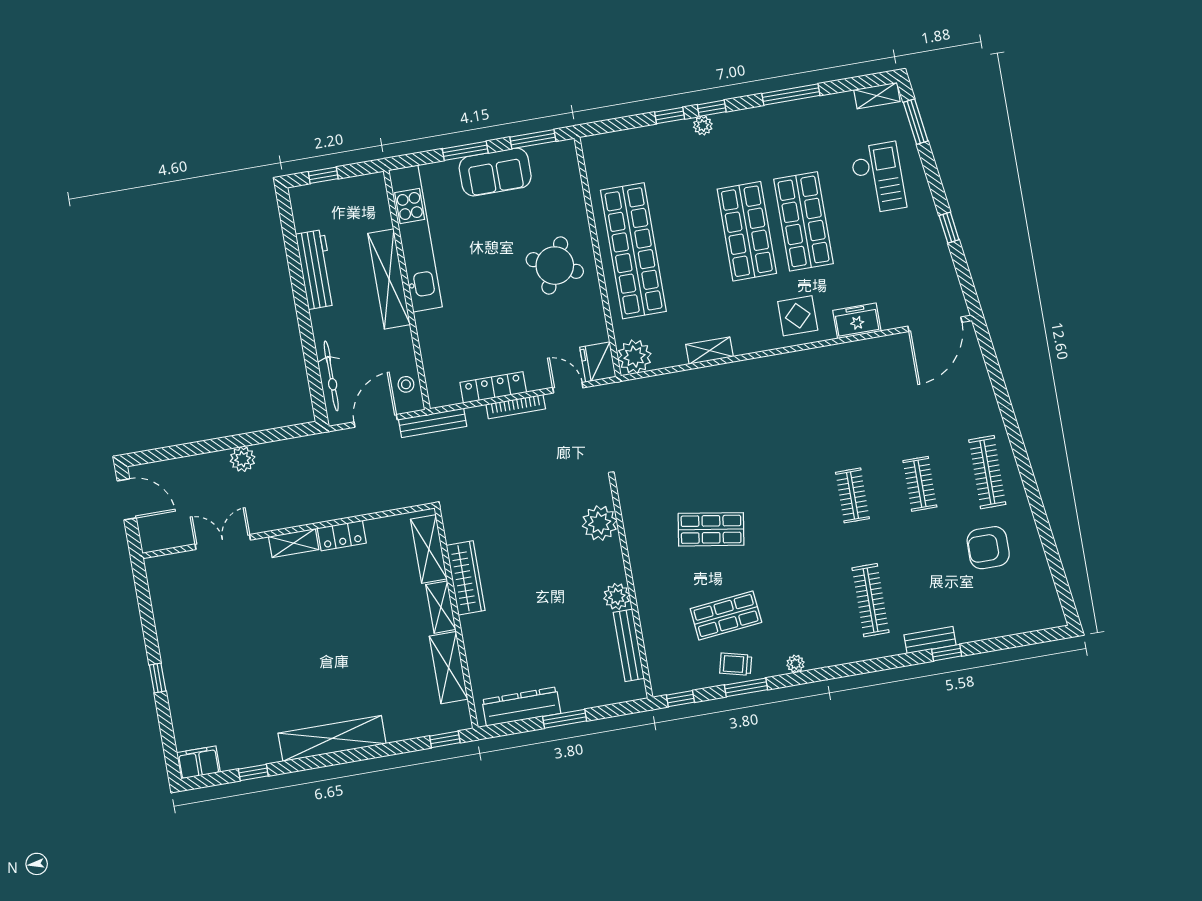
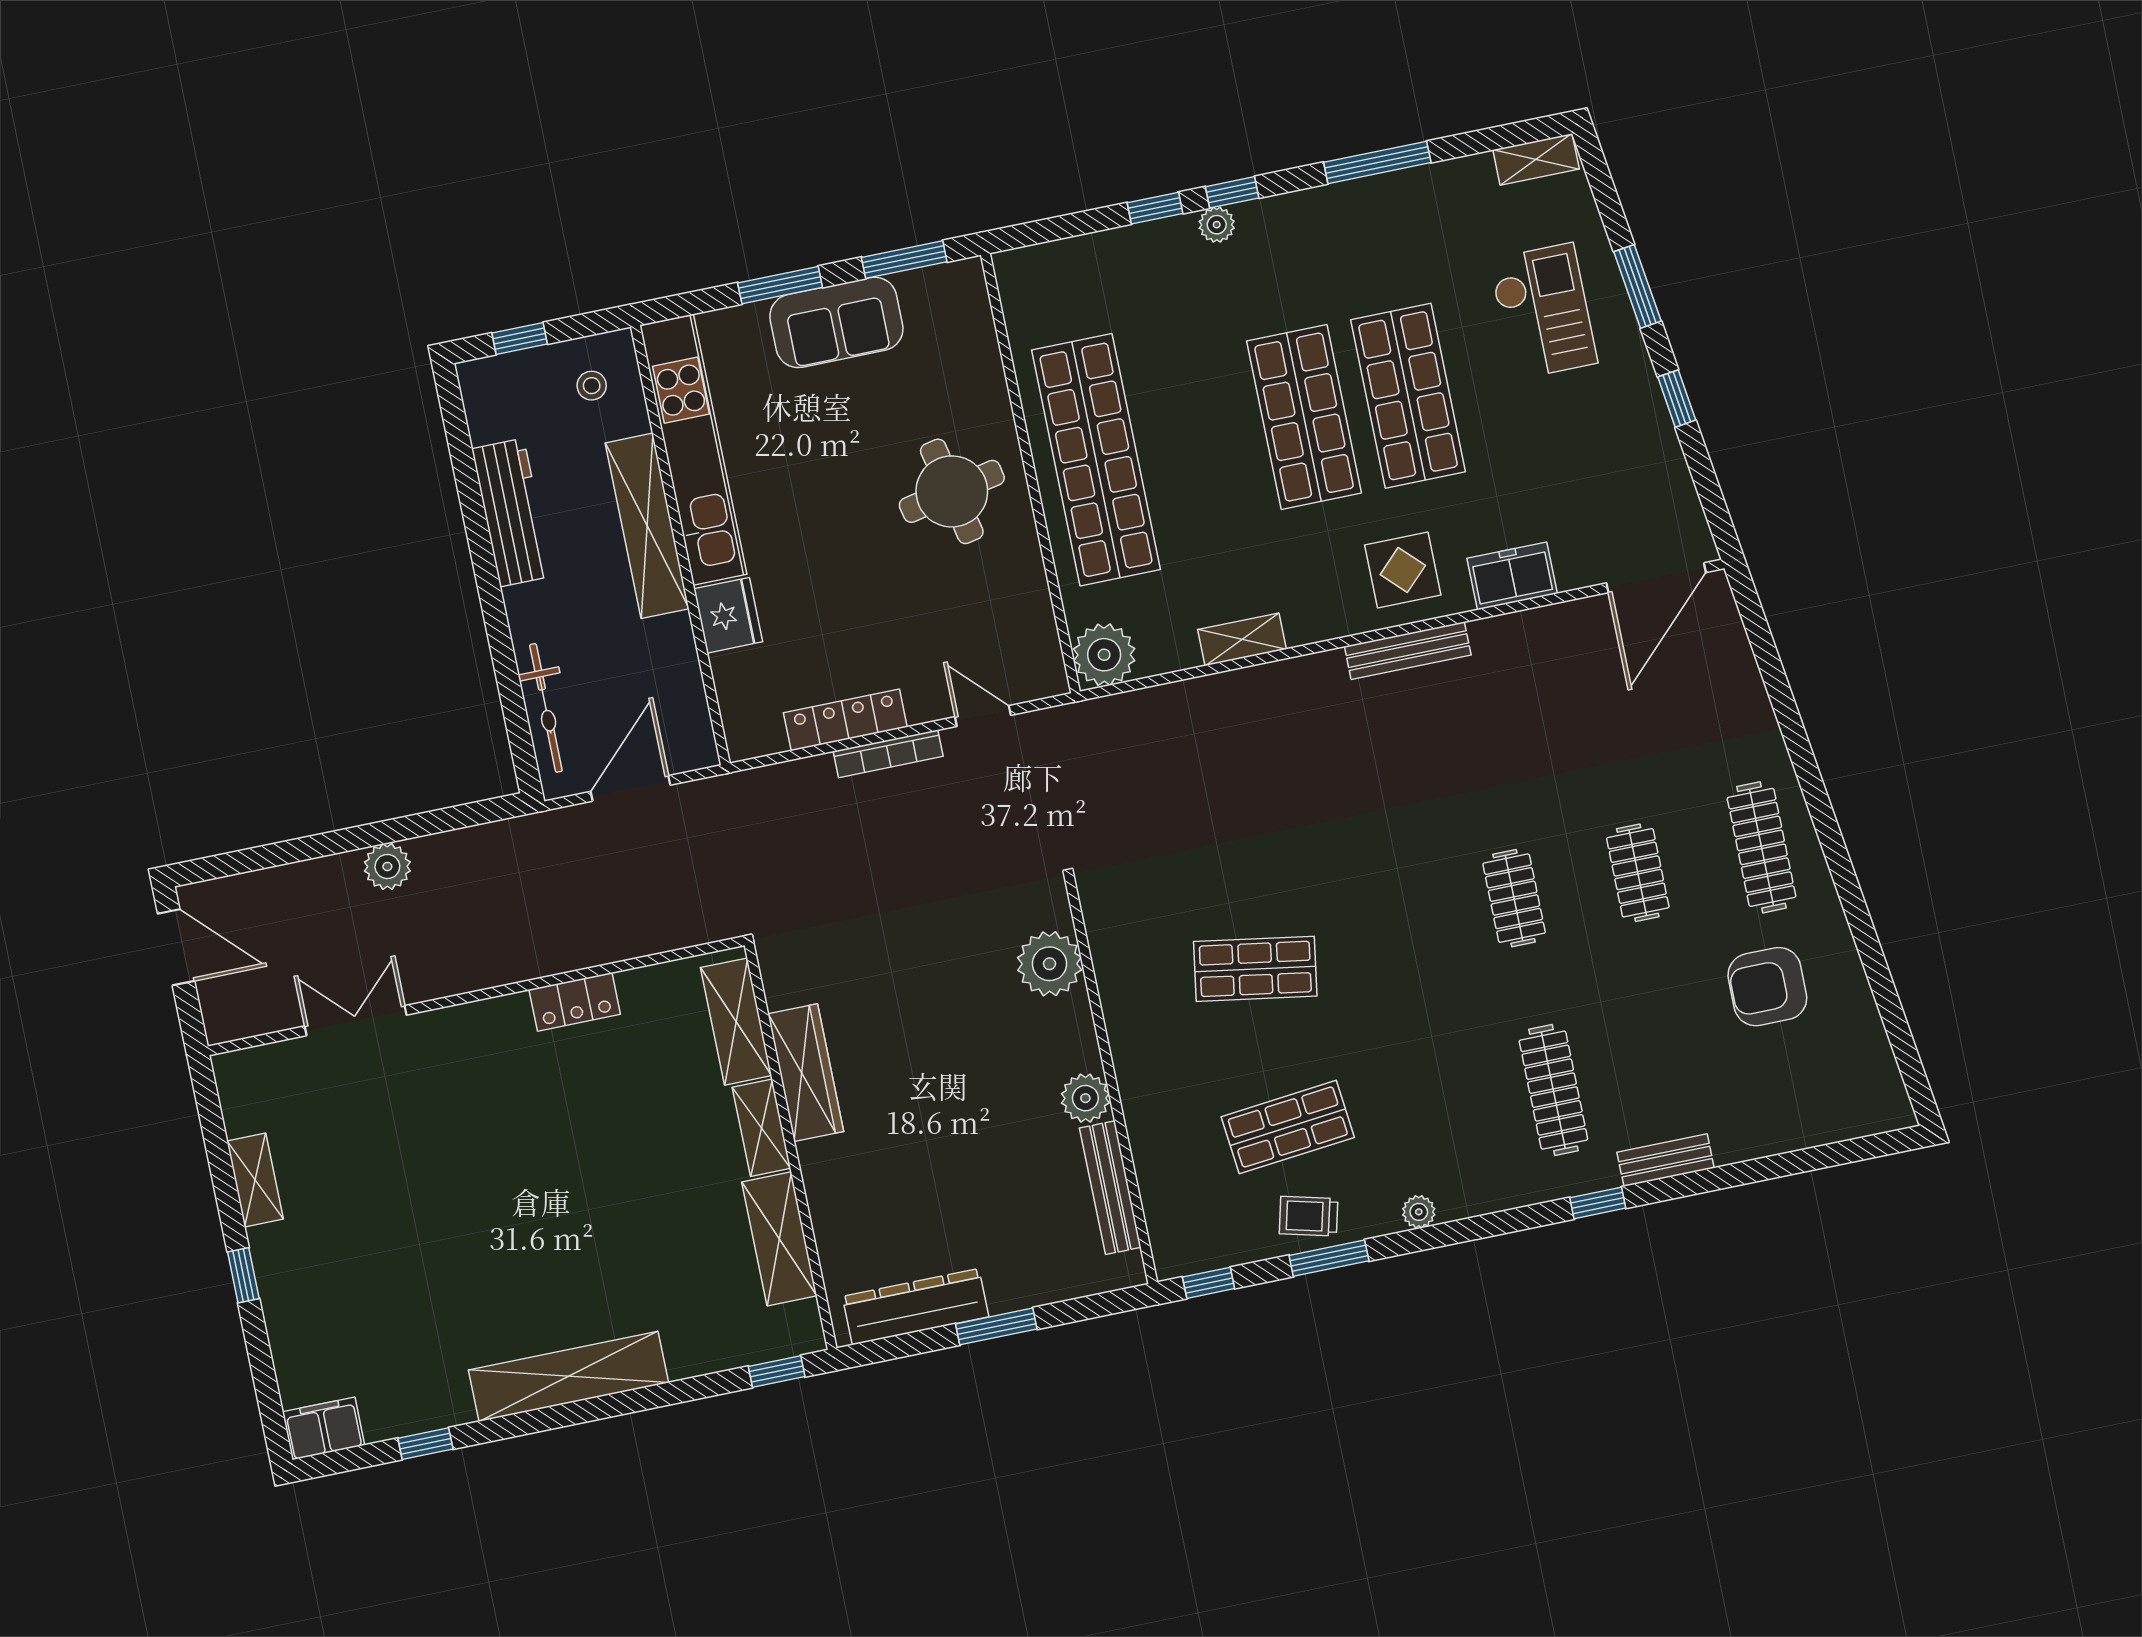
window: (916, 122) -> (1637, 286), moved
round table: (555, 266) -> (952, 491), turned -37
fridge: (598, 362) -> (728, 615), moved, turned 180
stool: (406, 384) -> (592, 386), moved
bench: (433, 423) -> (1408, 651), moved
shelving: (294, 543) -> (255, 1180), moved, turned 90
window: (947, 653) -> (1598, 1203), moved

